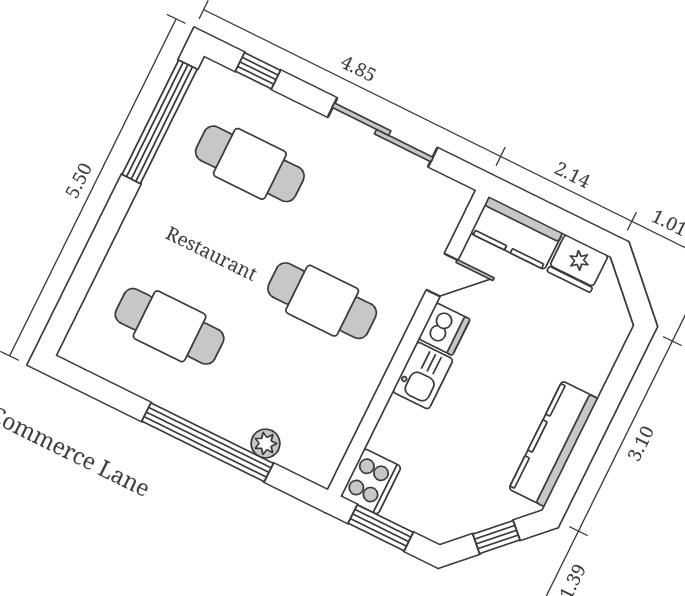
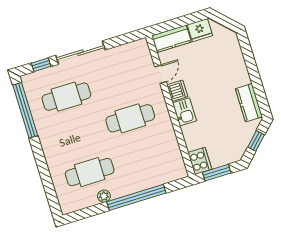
sliding door: (383, 132) -> (80, 53), moved
plant: (266, 443) -> (104, 196), moved
kitchen counter: (553, 444) -> (249, 103), width x0.67

